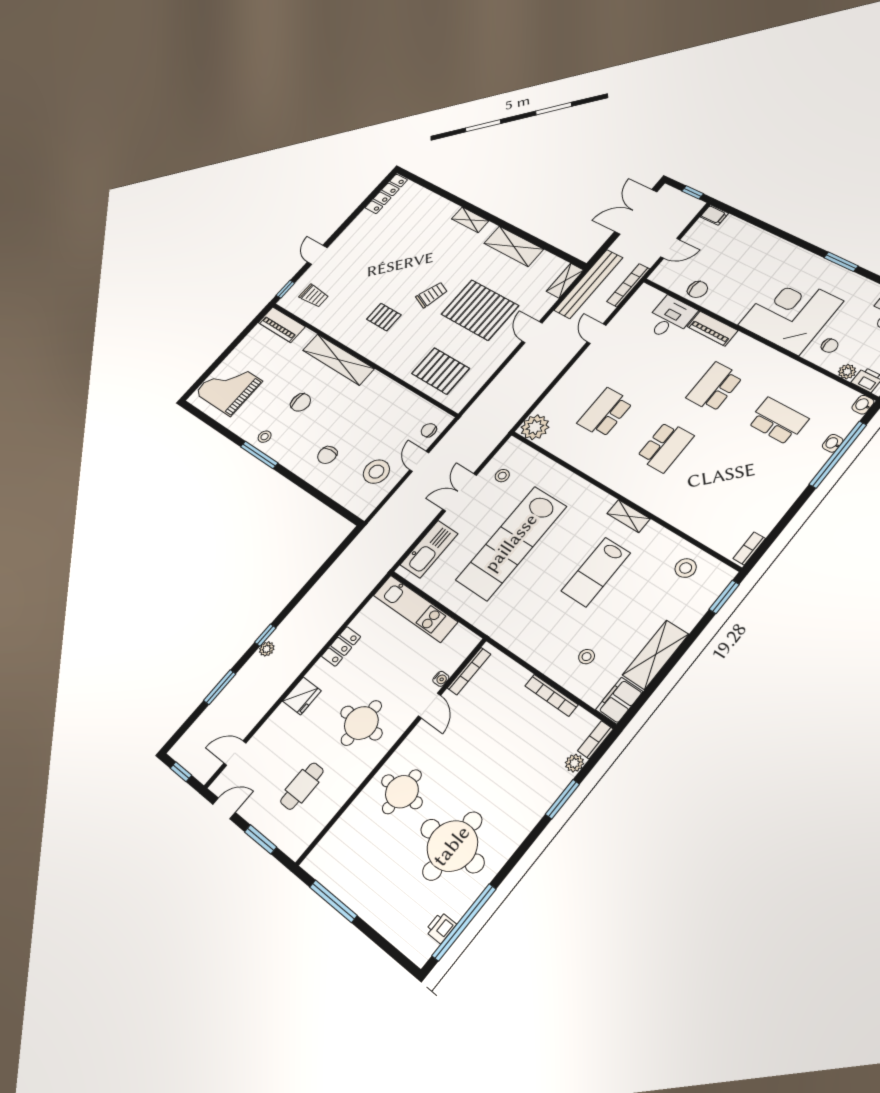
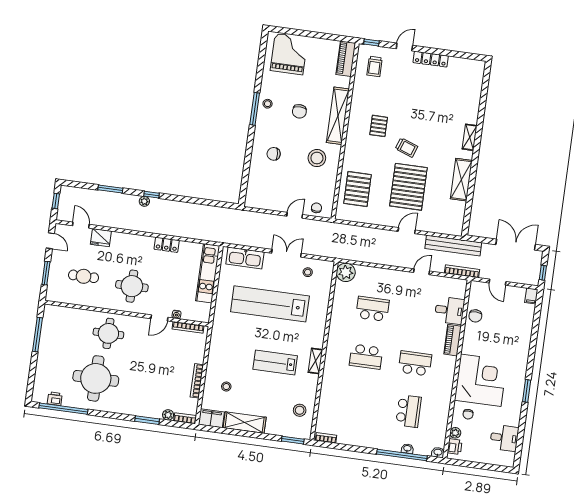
locker: (386, 194) -> (431, 59), moved
shelving: (565, 281) -> (450, 229), removed
stool: (376, 472) -> (317, 158), moved
fridge: (302, 696) -> (101, 238), moved

